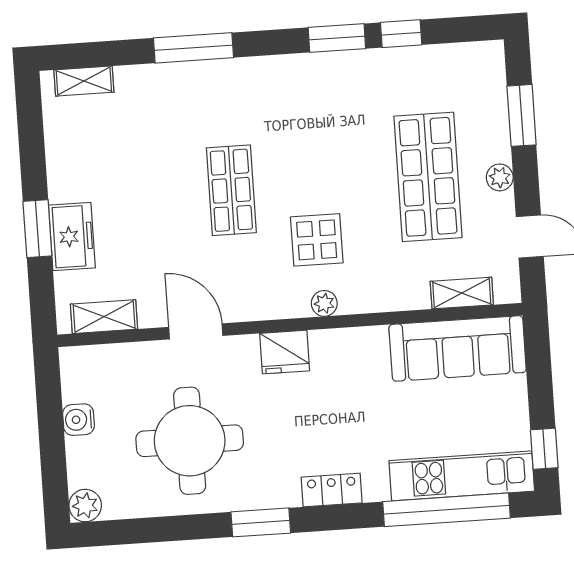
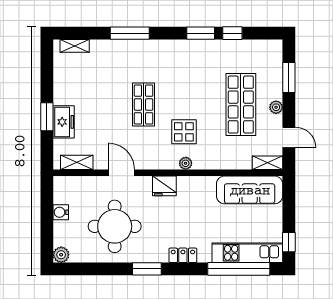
shelving: (462, 293) -> (267, 163), moved

